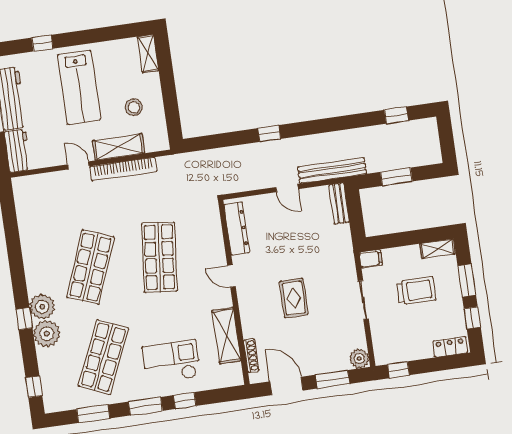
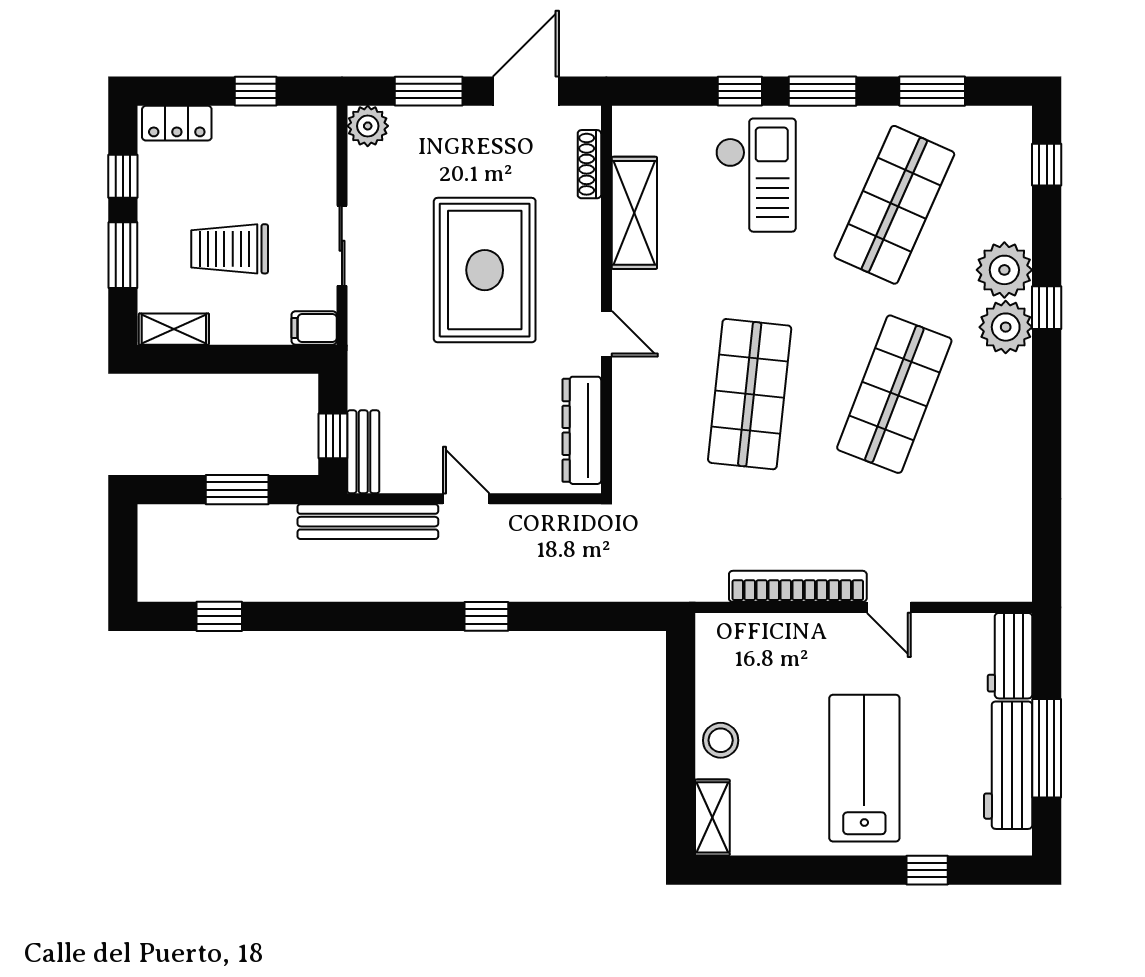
stool: (134, 107) -> (721, 740), moved
shelving: (119, 147) -> (801, 634), removed
window: (355, 209) -> (333, 436), added
rug: (294, 298) -> (485, 270), width x1.86, depth x2.06
checkout: (171, 362) -> (756, 175), turned -90
window: (399, 370) -> (256, 91), moved
door: (286, 386) -> (526, 91), swing flipped

